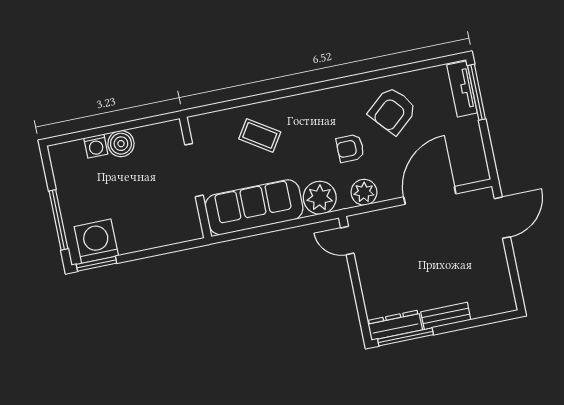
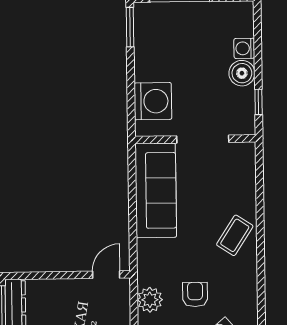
window: (146, 122) -> (259, 102), added
coffee table: (260, 135) -> (235, 235), moved
plant: (320, 198) -> (153, 256), removed
washing machine: (96, 241) -> (153, 101), moved

